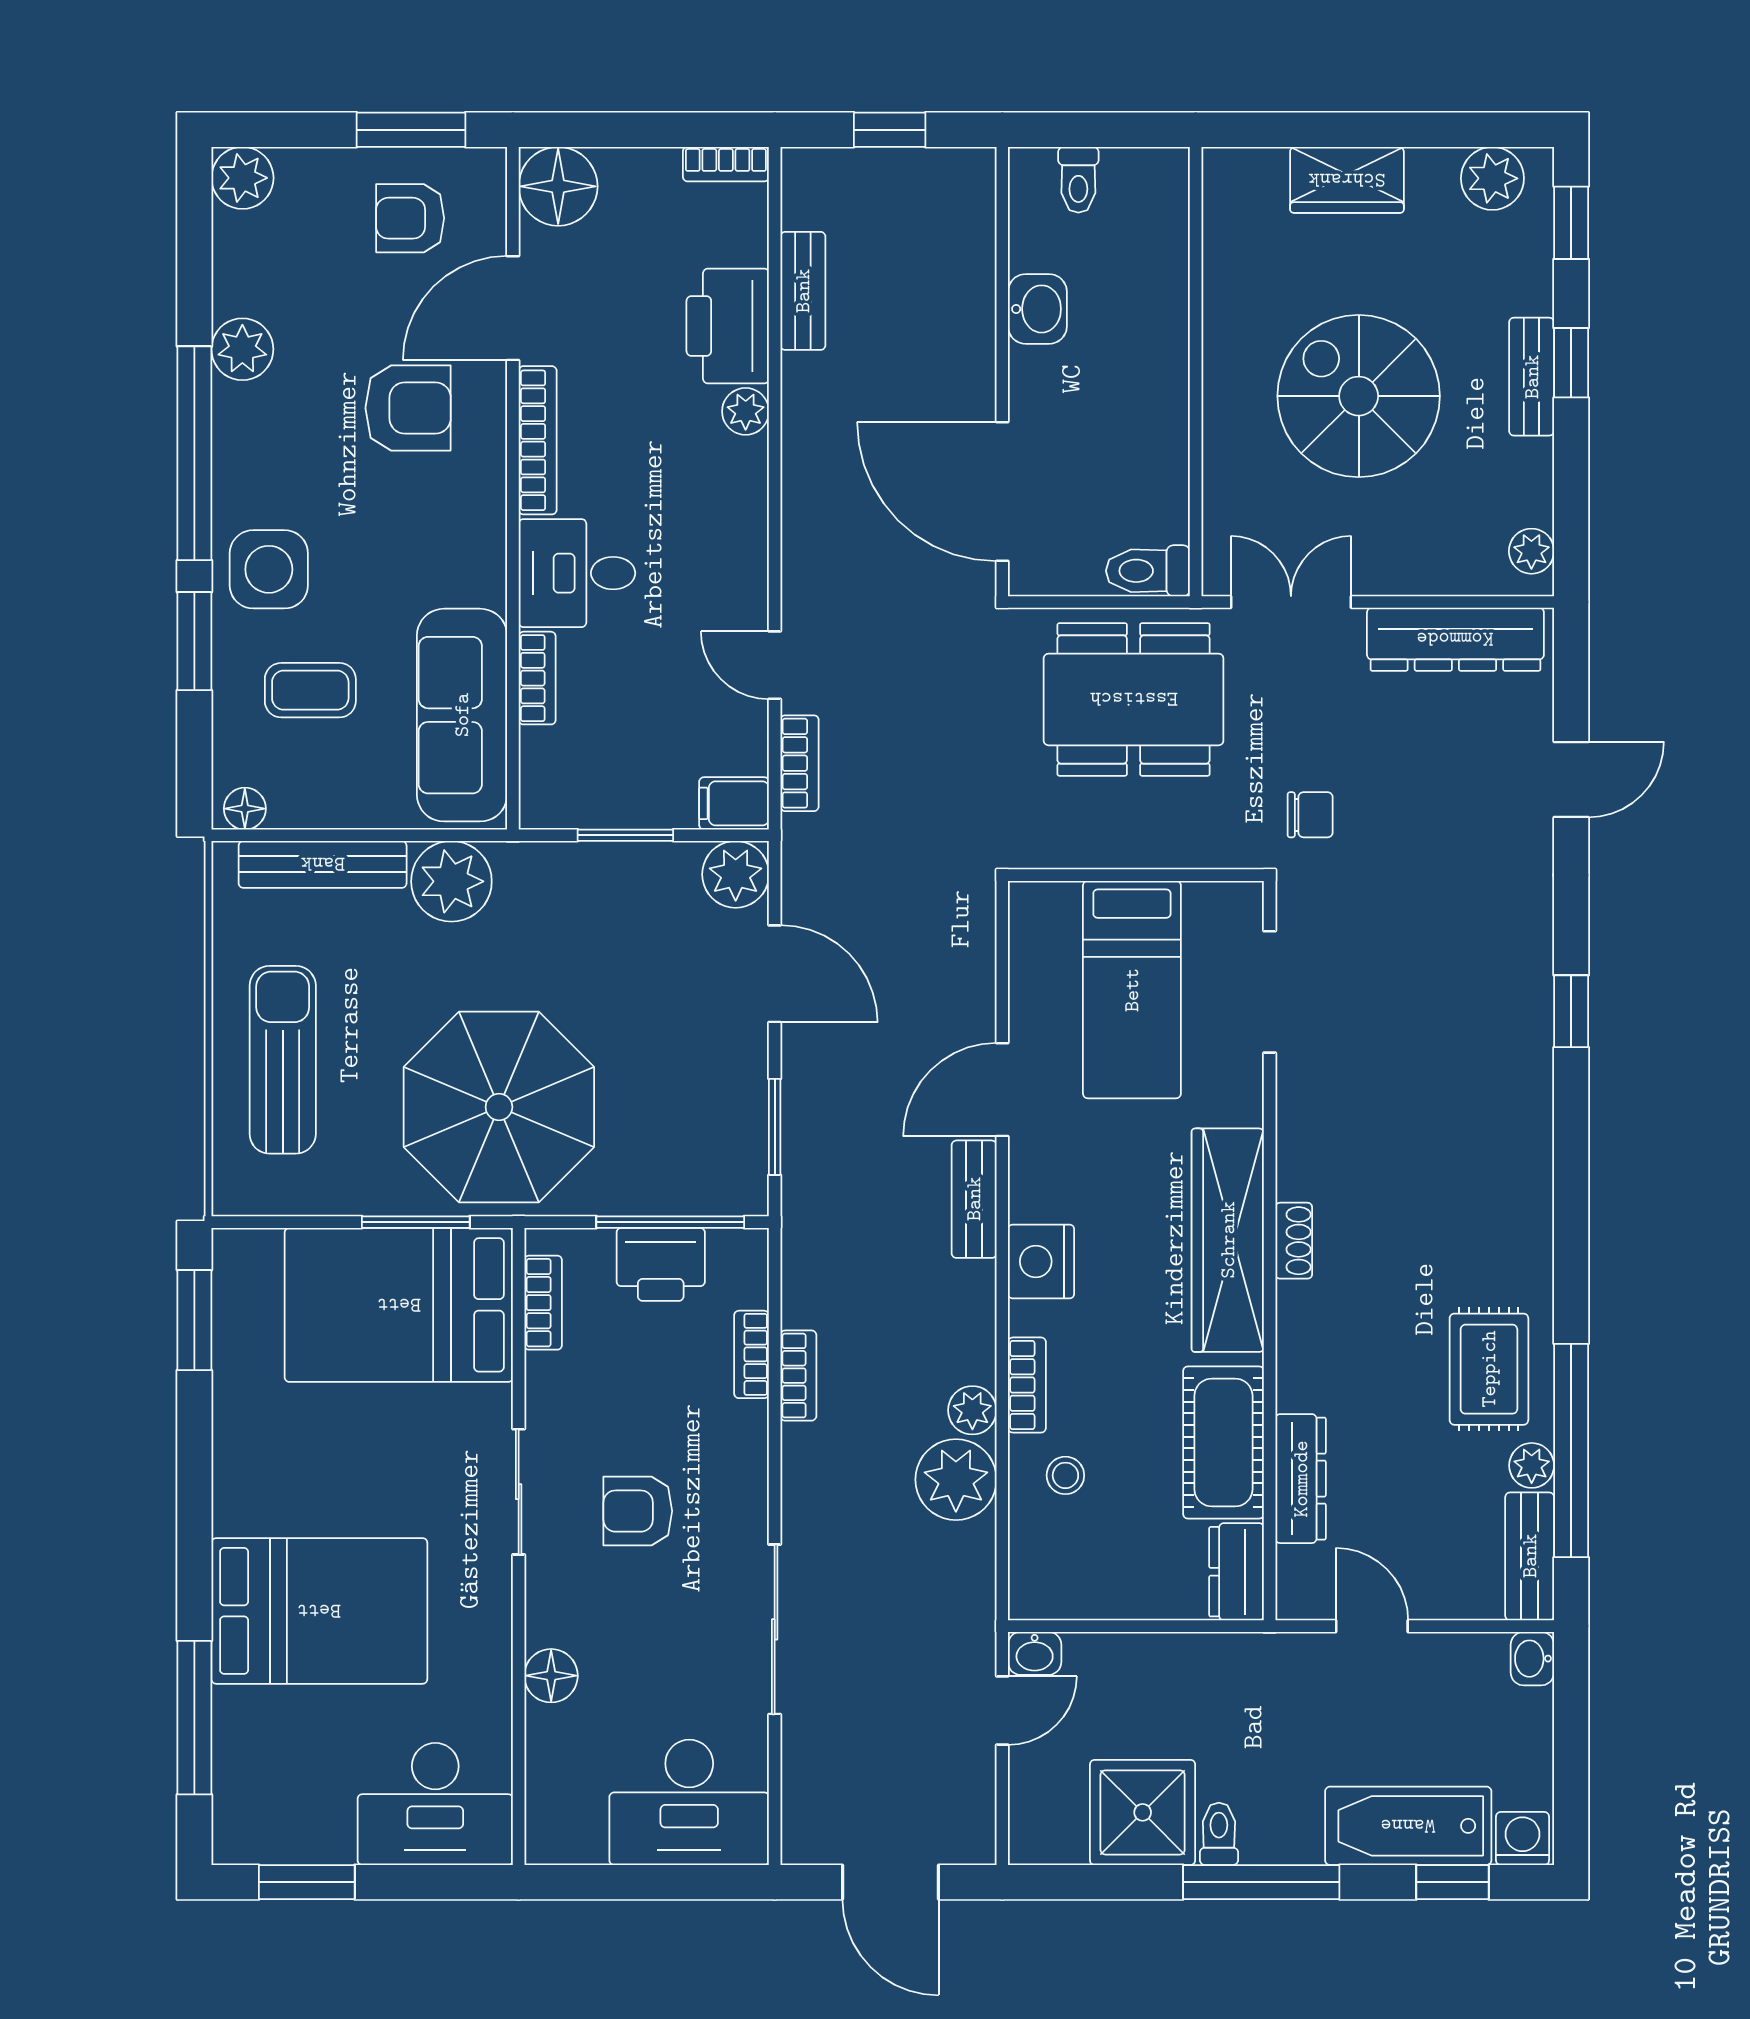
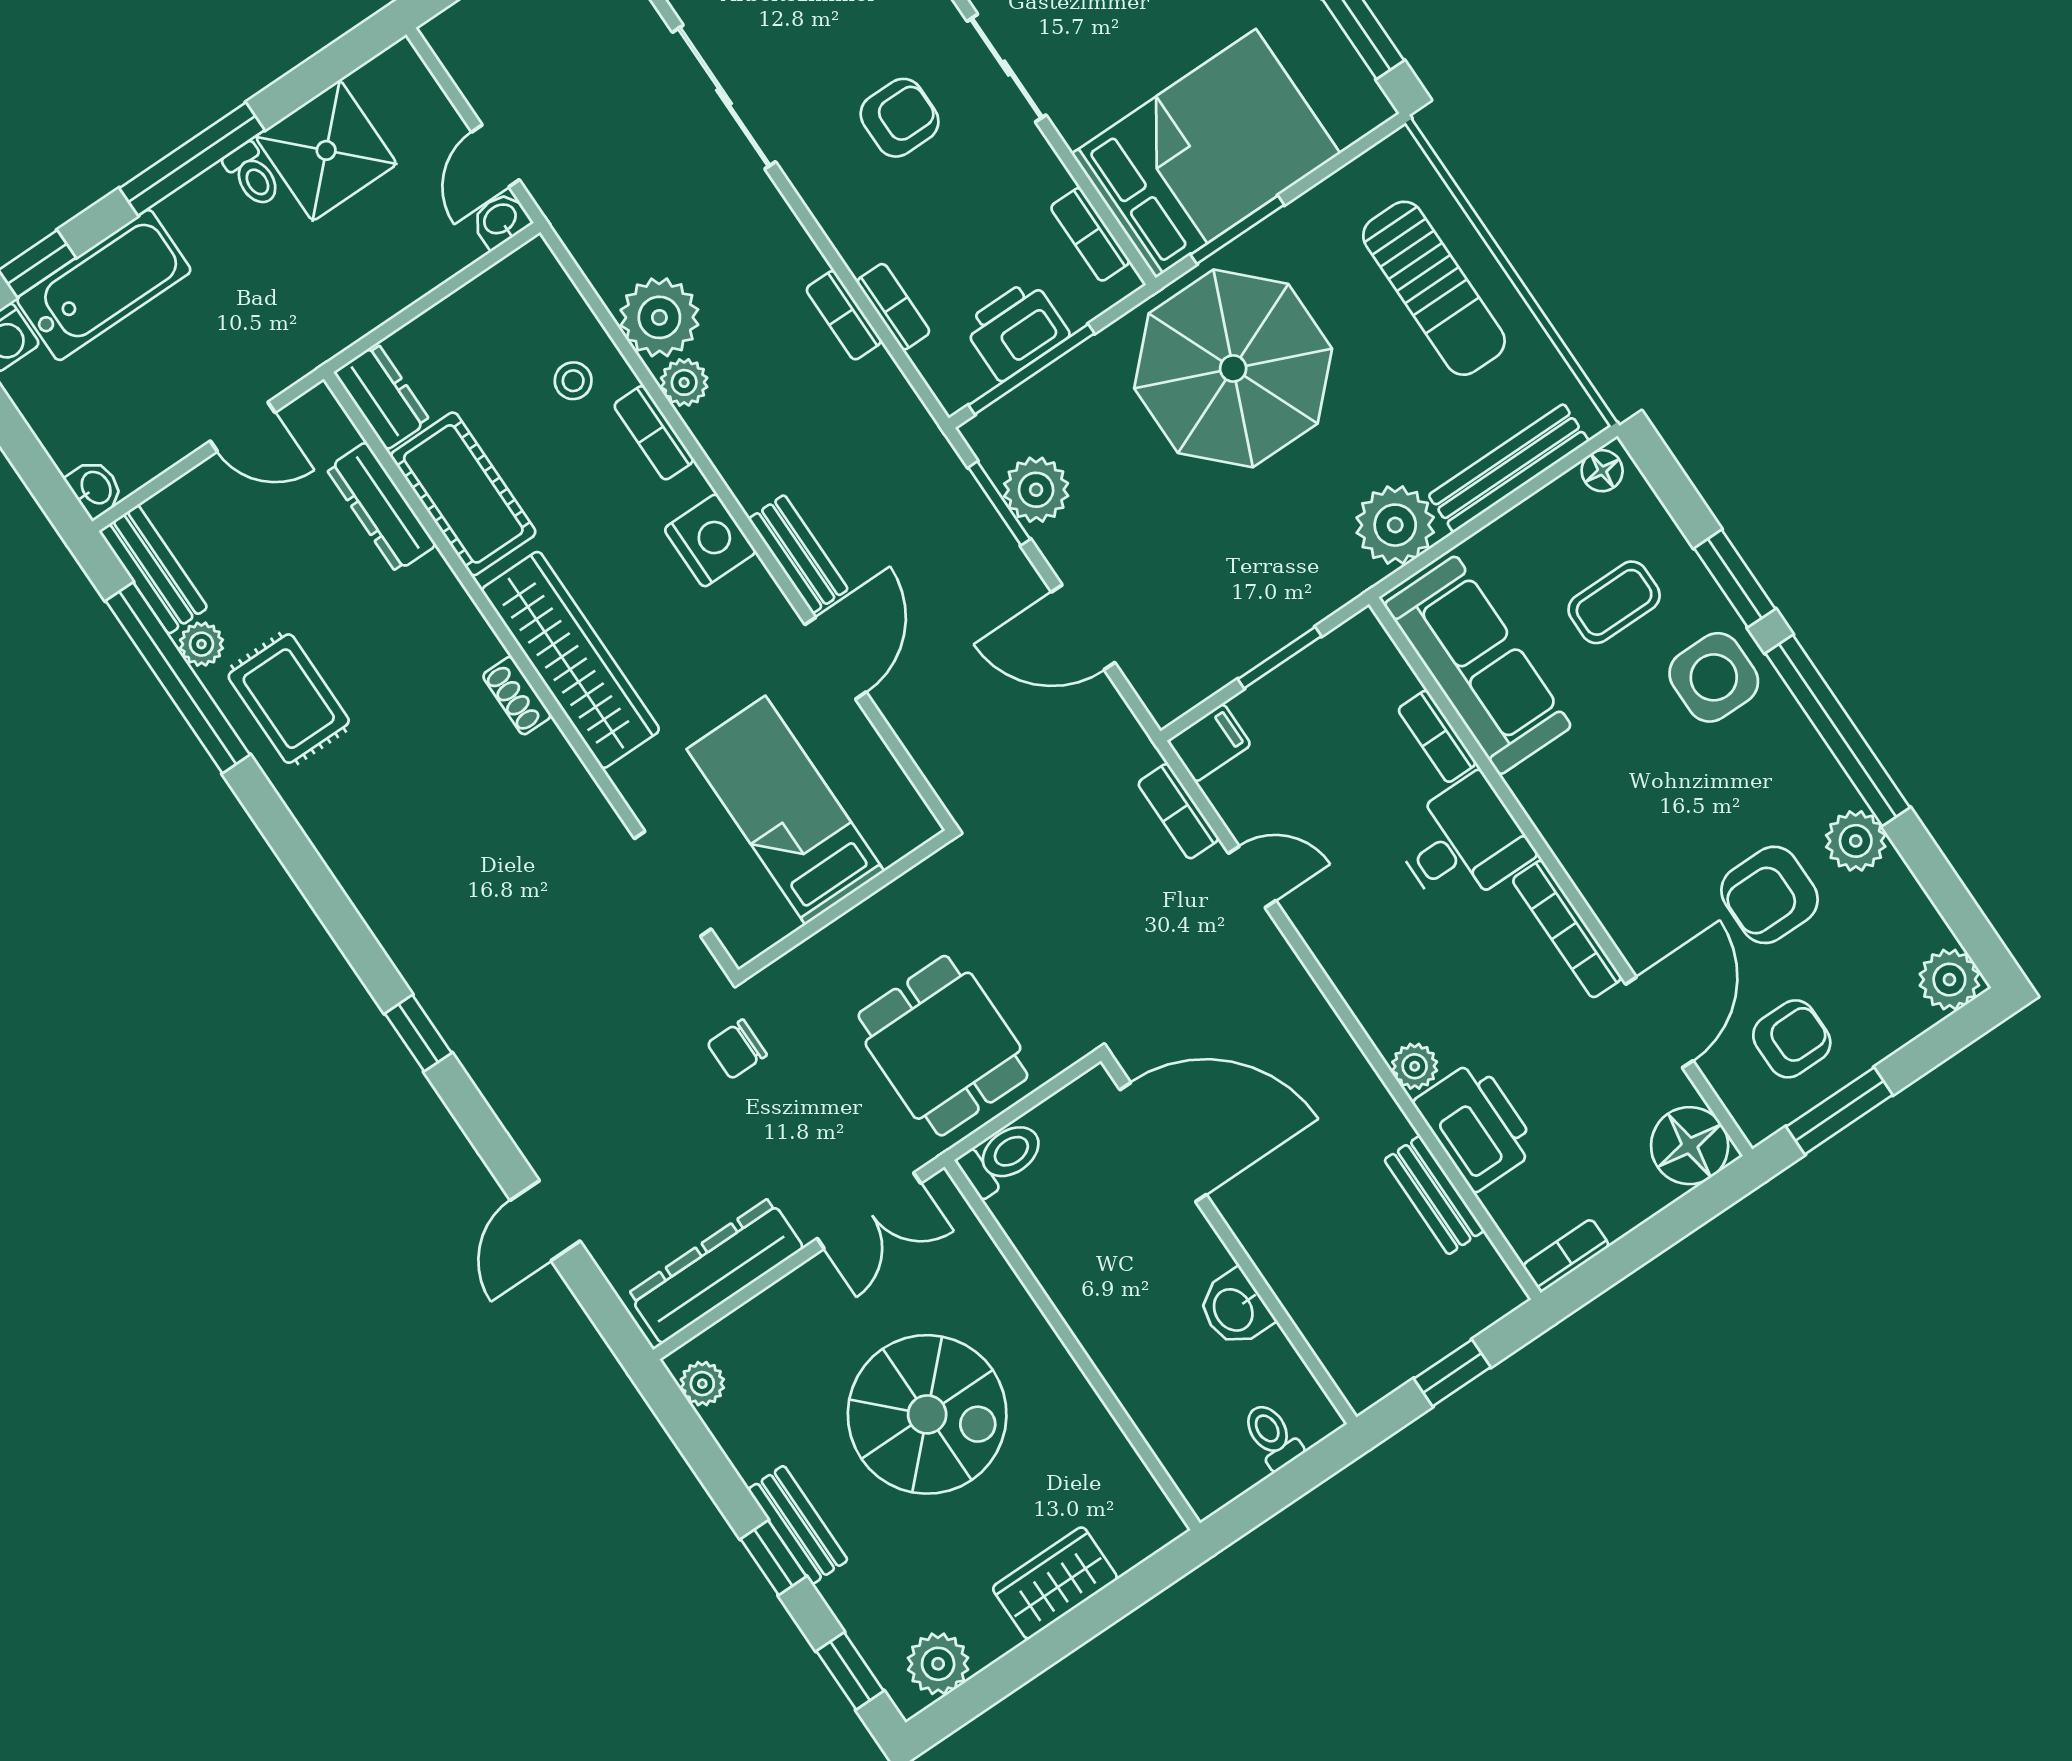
armchair: (408, 408) -> (1770, 895), moved
dining table: (1134, 699) -> (943, 1046), width x0.73
plant: (736, 874) -> (1036, 490), moved

